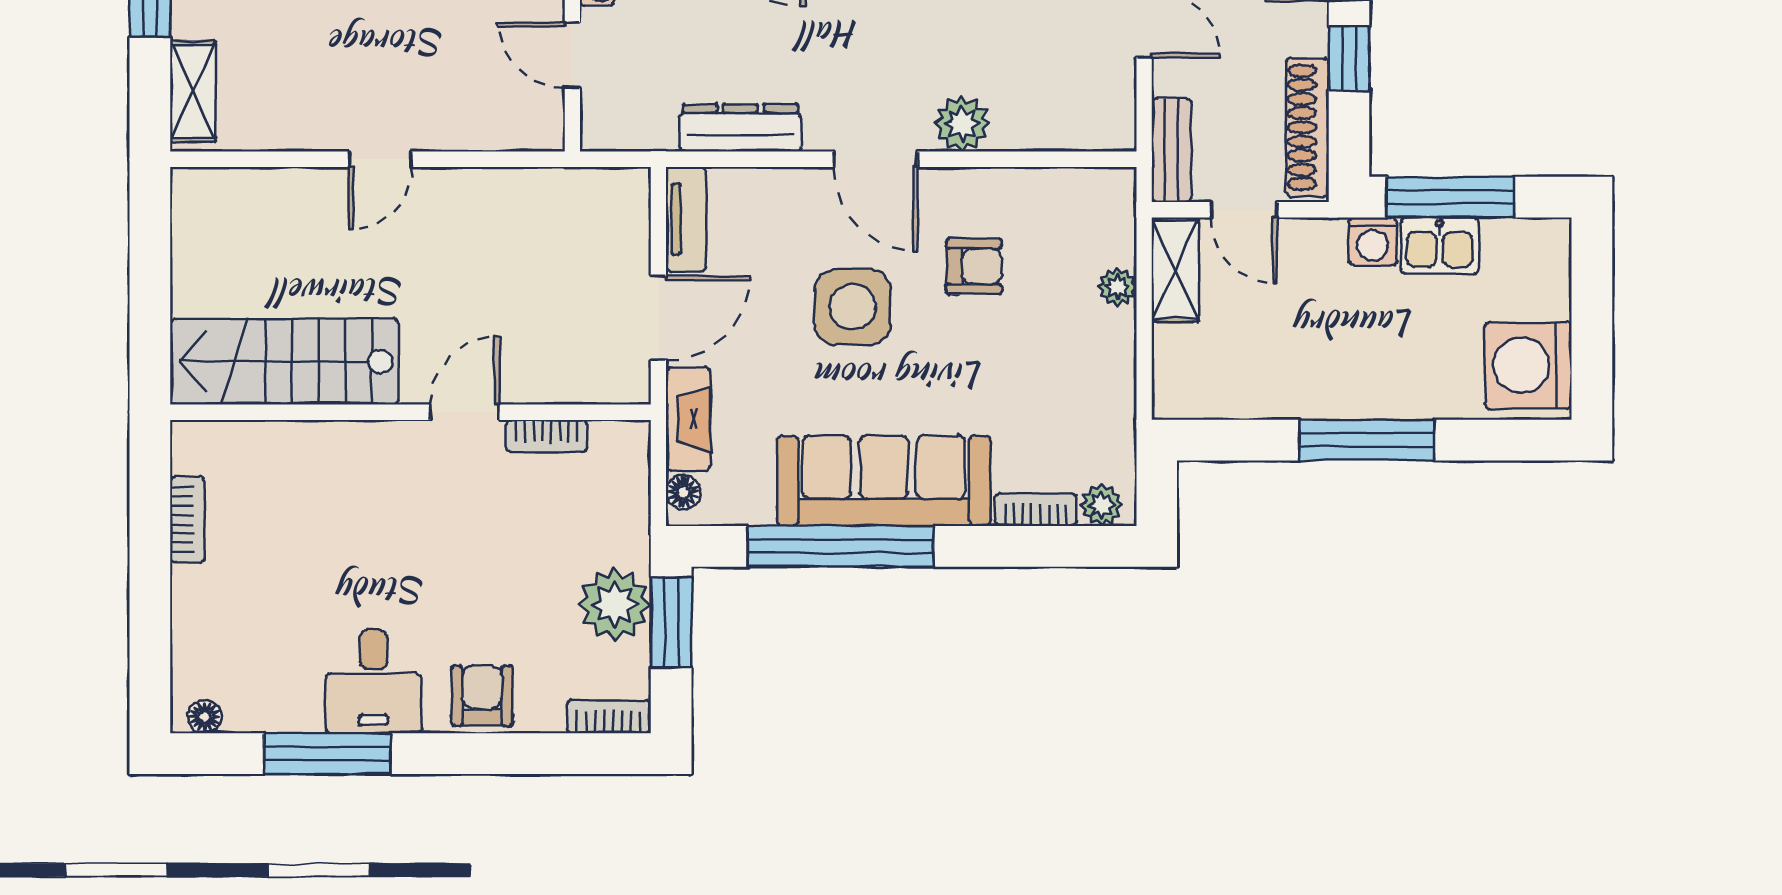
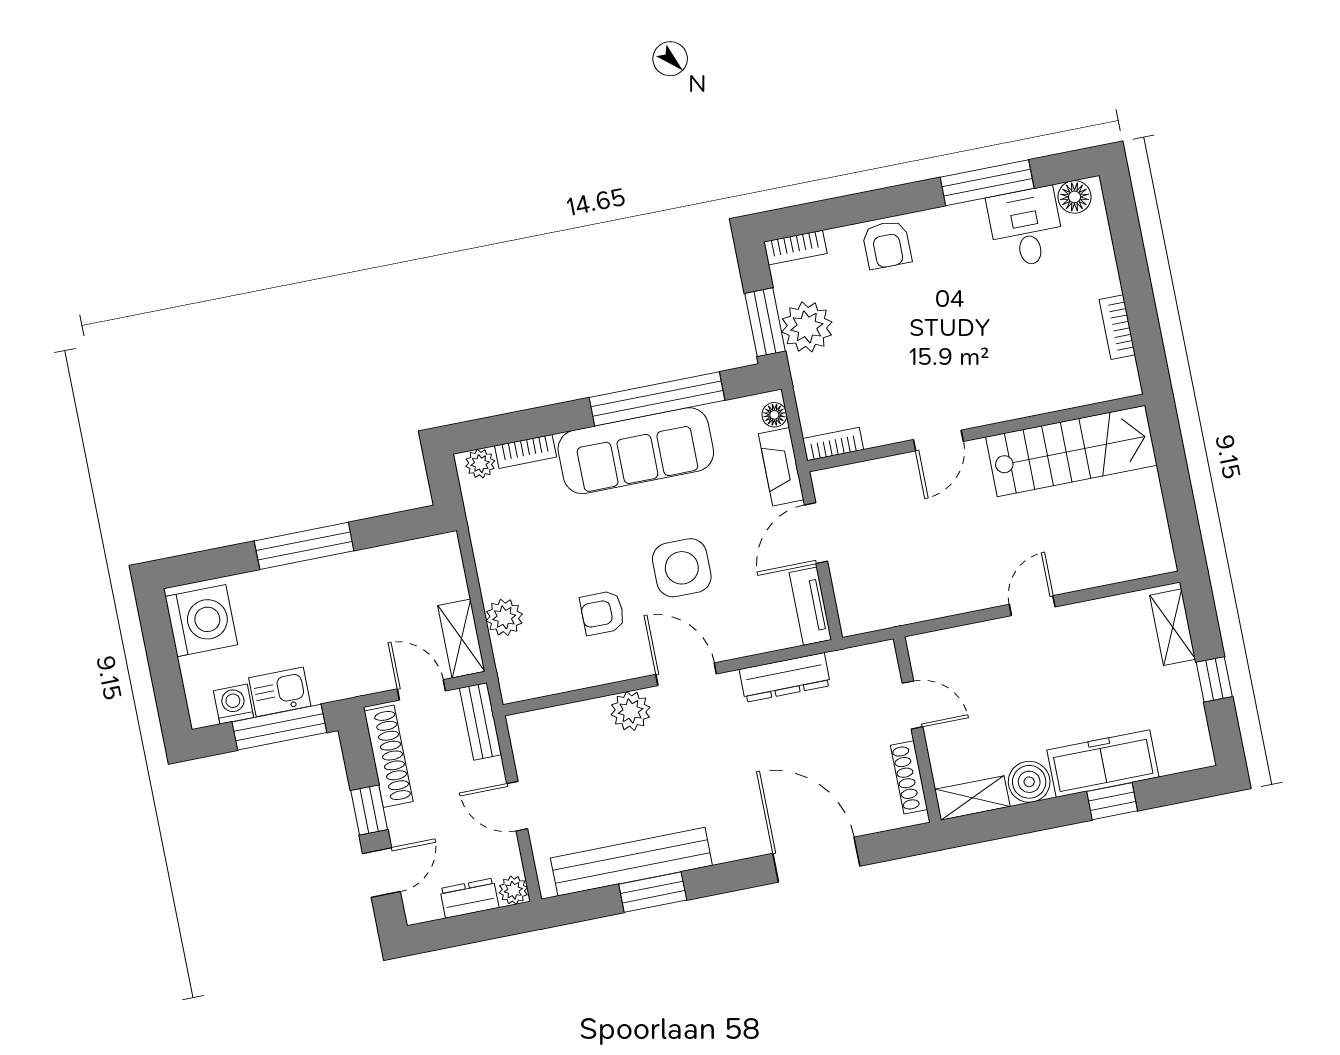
washing machine: (1373, 241) -> (234, 704), moved
plant: (1117, 287) -> (504, 617), width x1.38, depth x1.38
bookcase: (547, 436) -> (833, 444), moved
desk: (373, 682) -> (1026, 227), moved
floor lamp: (205, 717) -> (1074, 197), width x1.37, depth x1.37

